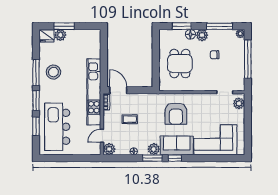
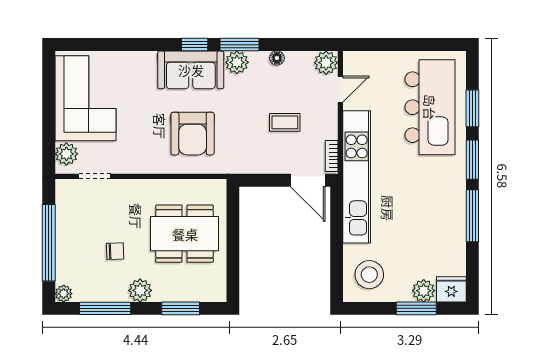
floor lamp: (190, 34) -> (163, 292), removed
dining table: (180, 64) -> (185, 234), width x1.38
stool: (53, 72) -> (369, 275), moved
armchair: (176, 114) -> (193, 134), turned 180
corner sofa: (215, 140) -> (86, 98), moved, turned -90

